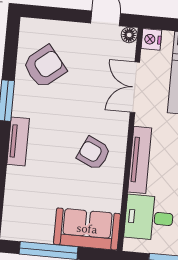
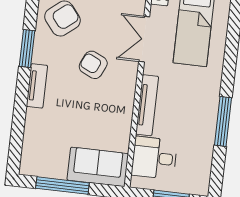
armchair: (94, 153) -> (93, 65), moved

